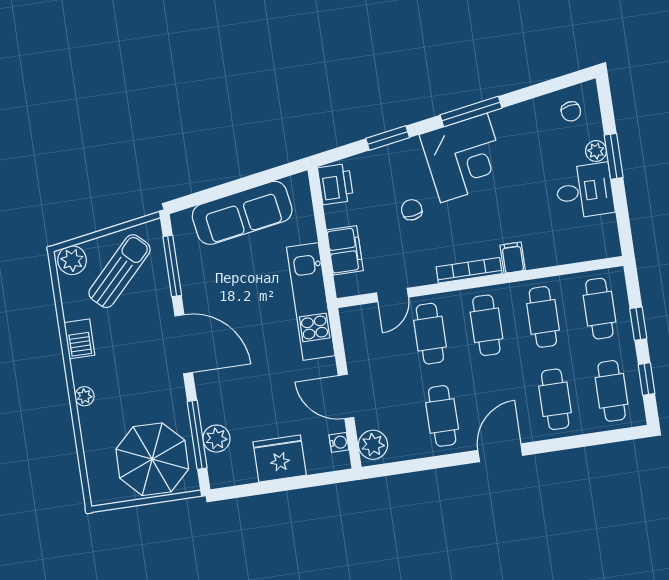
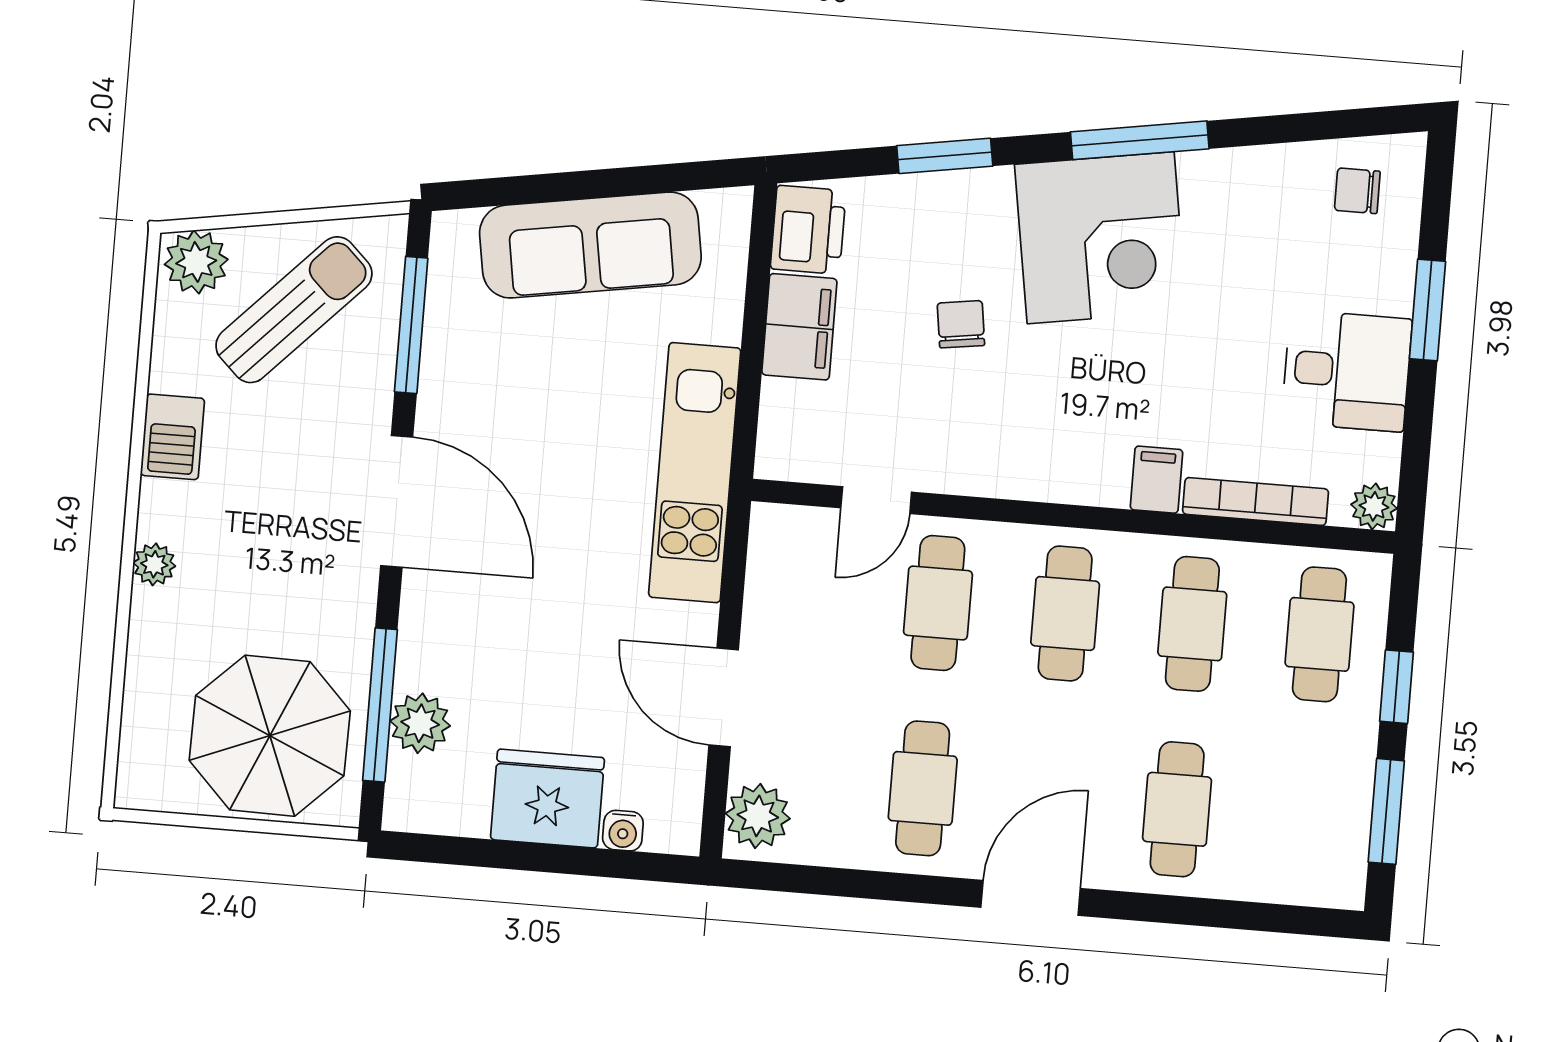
chair: (571, 111) -> (1357, 191), turned 101
plant: (596, 151) -> (1374, 506), moved
filing cabinet: (345, 250) -> (799, 327), moved
bookcase: (469, 270) -> (1256, 501), moved
window: (646, 379) -> (1386, 811), width x1.50
cafe table: (612, 391) -> (1304, 820), removed
water cooler: (339, 442) -> (623, 831), moved, turned 90

